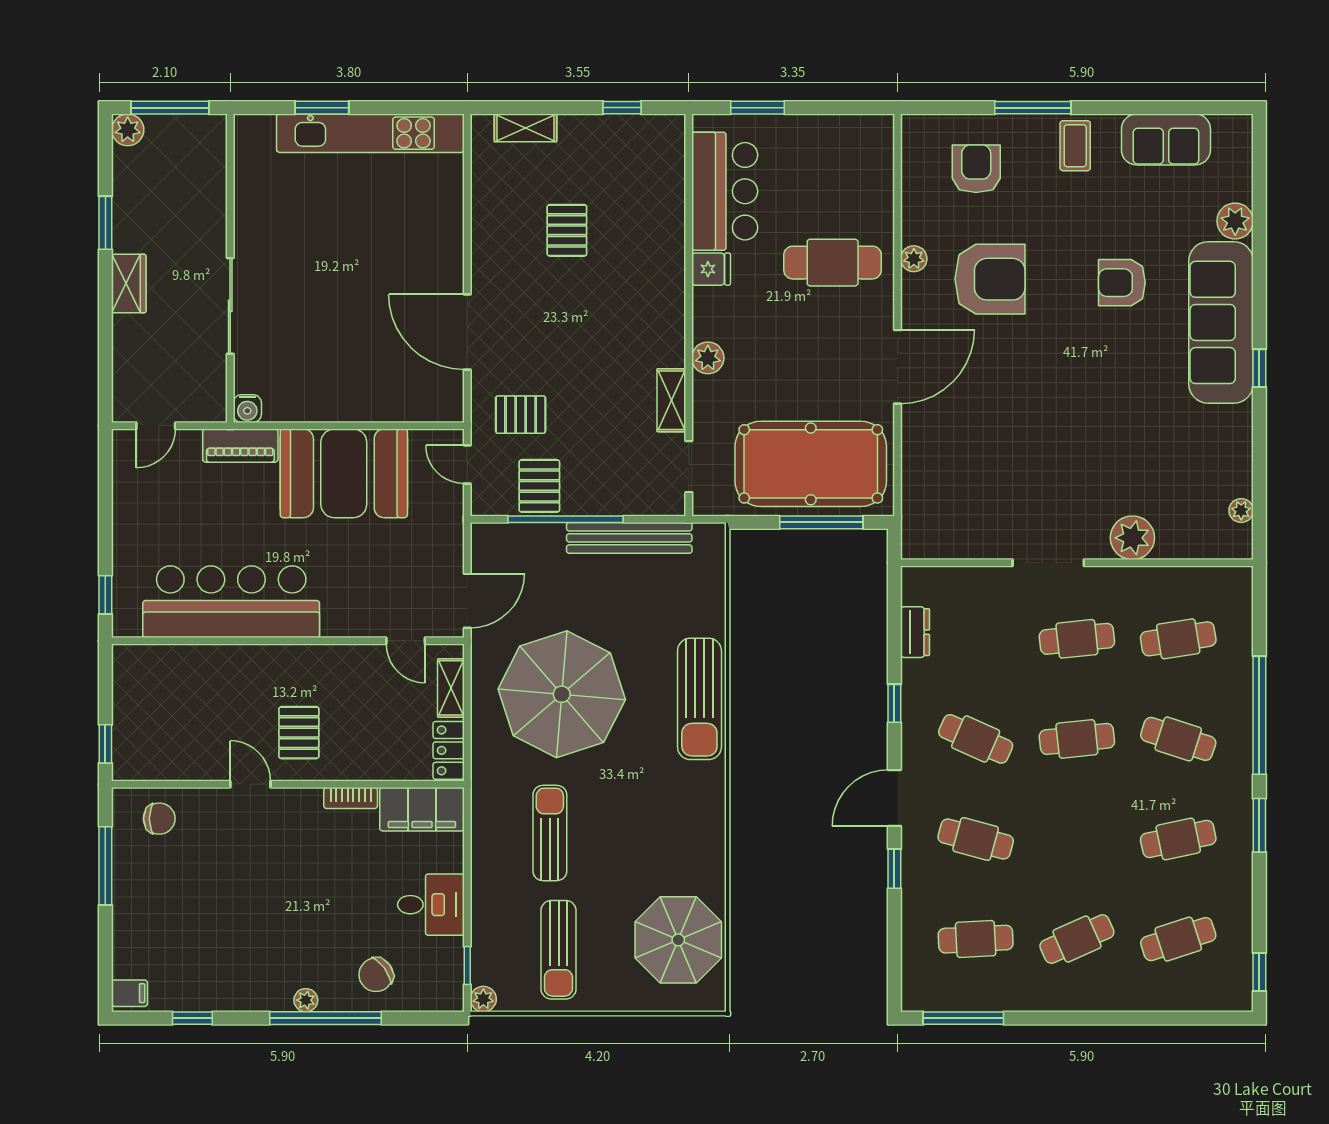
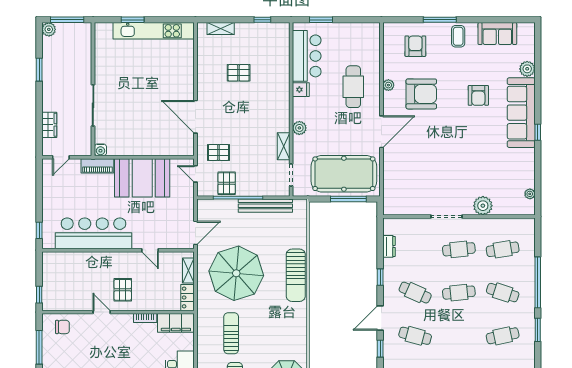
pallet: (567, 230) -> (239, 73), turned 90
cafe table: (833, 263) -> (353, 87), turned 90
armchair: (1122, 283) -> (478, 95), turned -90
wardrobe: (129, 284) -> (49, 125), moved
door: (406, 641) -> (150, 250), moved

